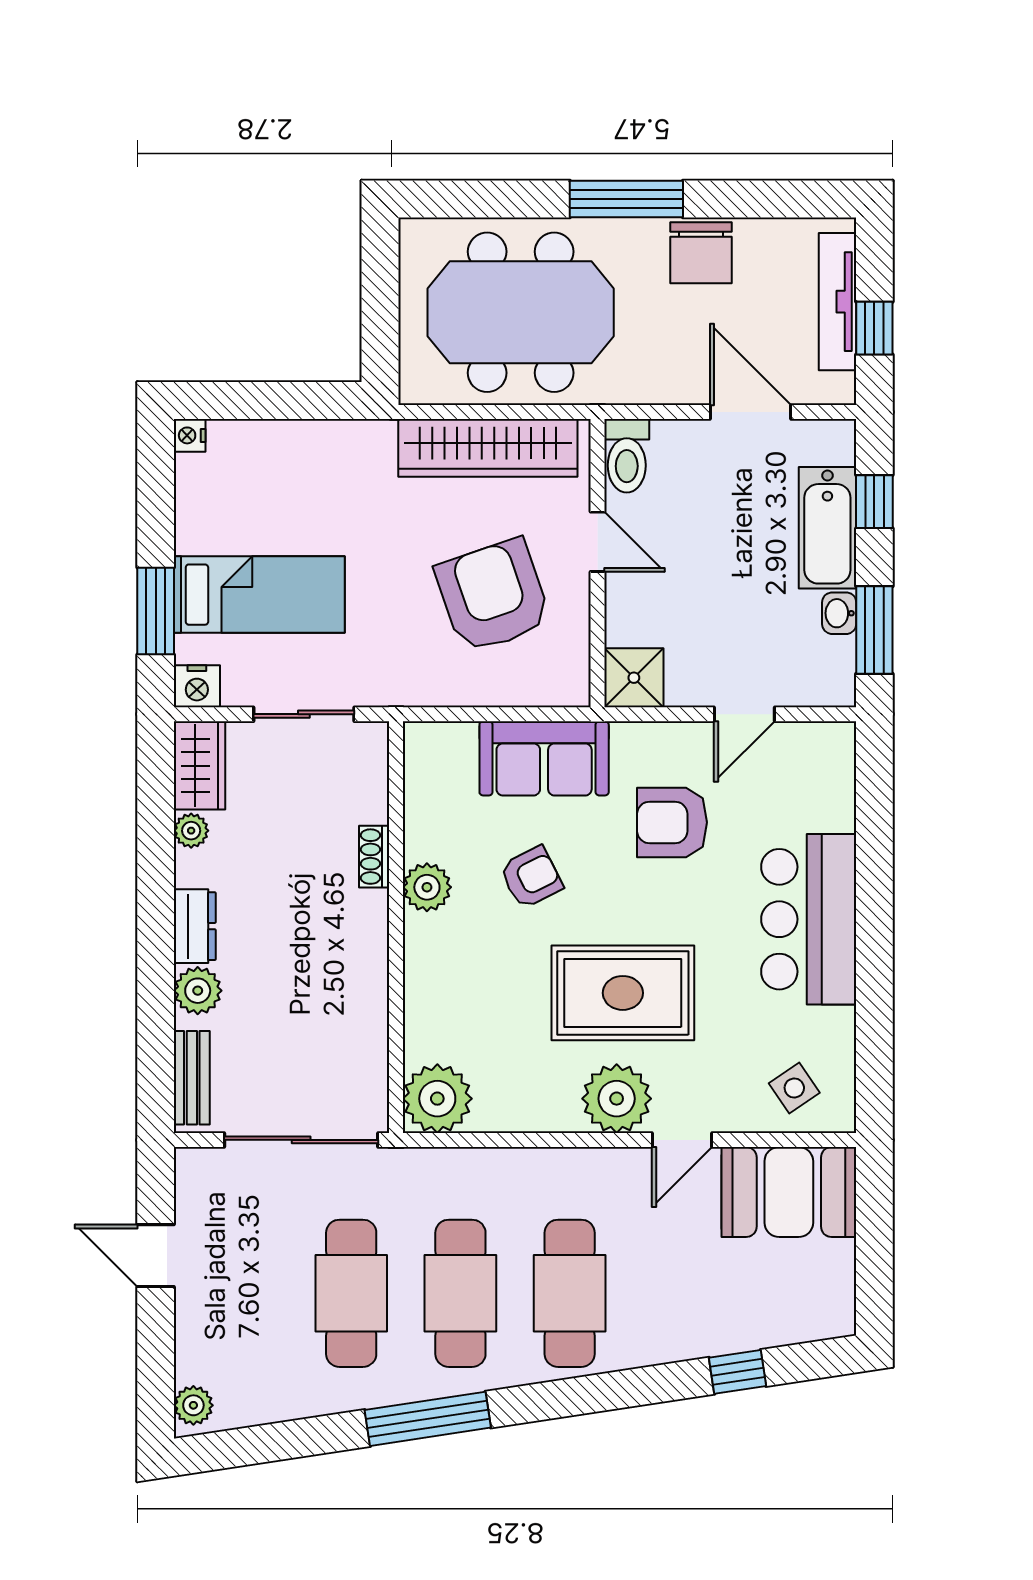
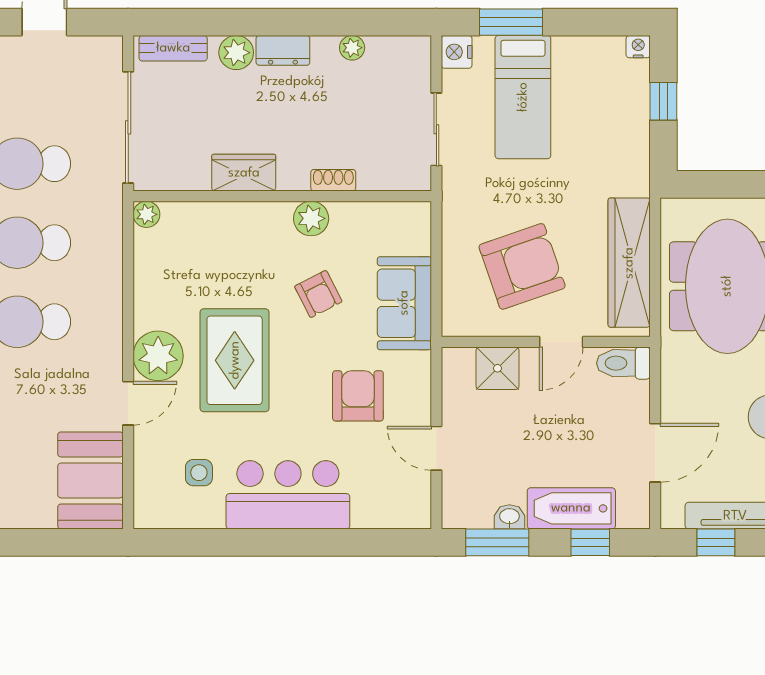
window: (265, 401) -> (663, 101), added
shower: (634, 678) -> (498, 368), moved
wardrobe: (200, 766) -> (244, 173), moved, turned 180
side table: (794, 1088) -> (199, 473), moved, turned 34
plant: (437, 1099) -> (146, 214), width x0.53, depth x0.53
door: (682, 1140) -> (128, 403), swing flipped

